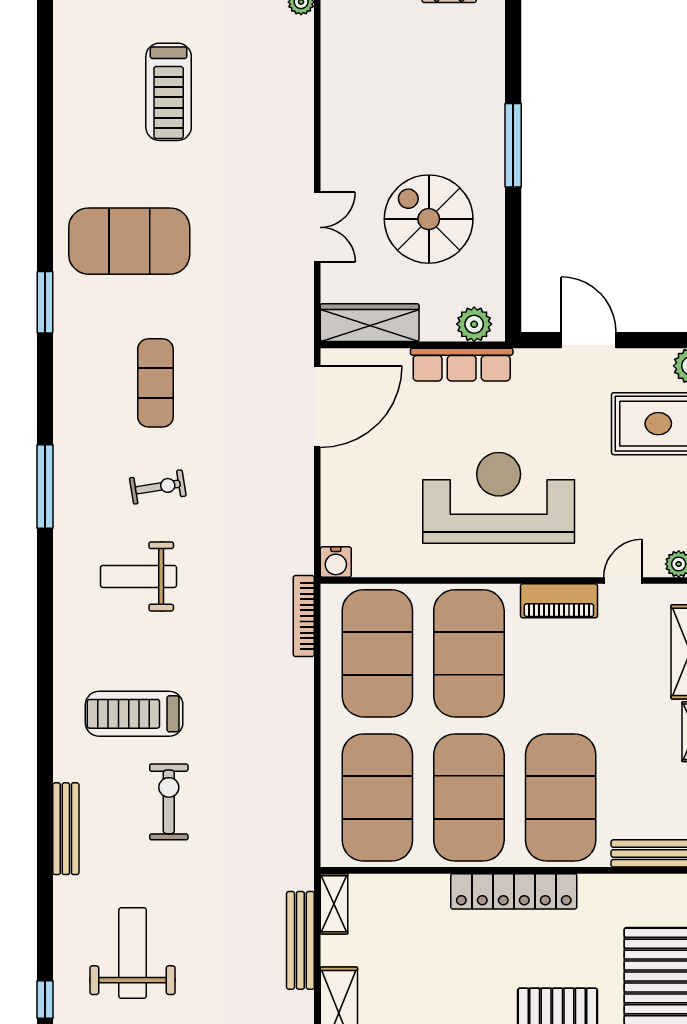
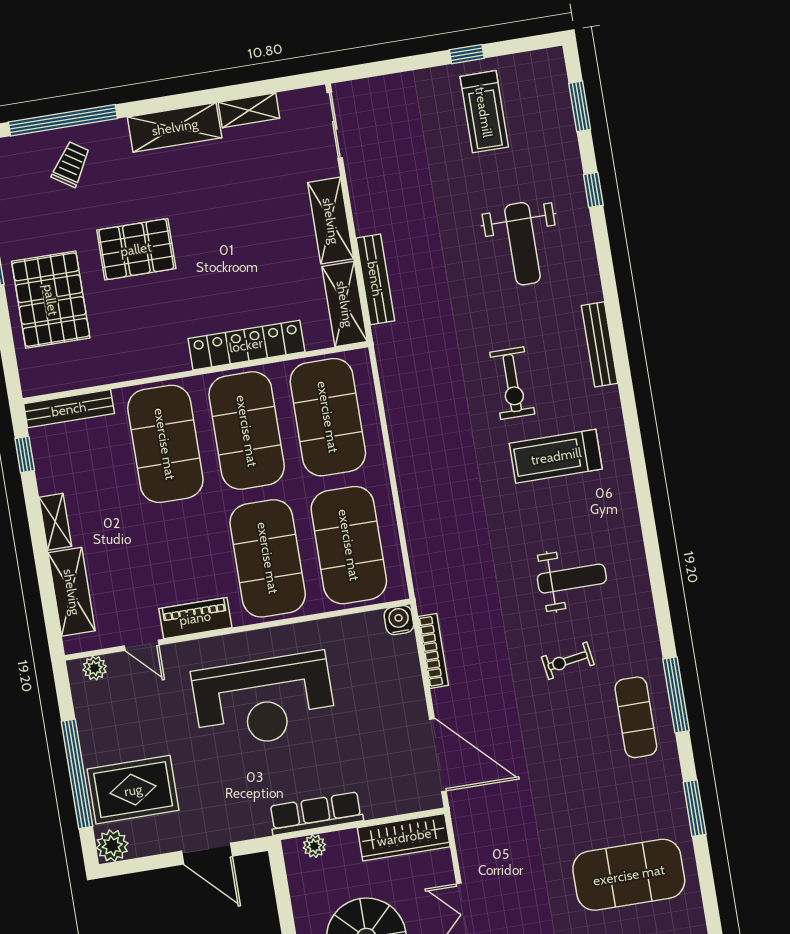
plant: (474, 324) -> (314, 846), width x0.73, depth x0.73
exercise mat: (155, 383) -> (636, 717), moved
door: (317, 407) -> (438, 755), swing flipped
window: (45, 486) -> (676, 695), moved
door: (623, 581) -> (142, 645), hinge flipped
bookcase: (304, 616) -> (433, 651), moved
treadmill: (134, 714) -> (556, 456), turned 180
locker: (514, 891) -> (246, 345), moved
shelving: (334, 904) -> (345, 304), width x1.50, depth x1.33

